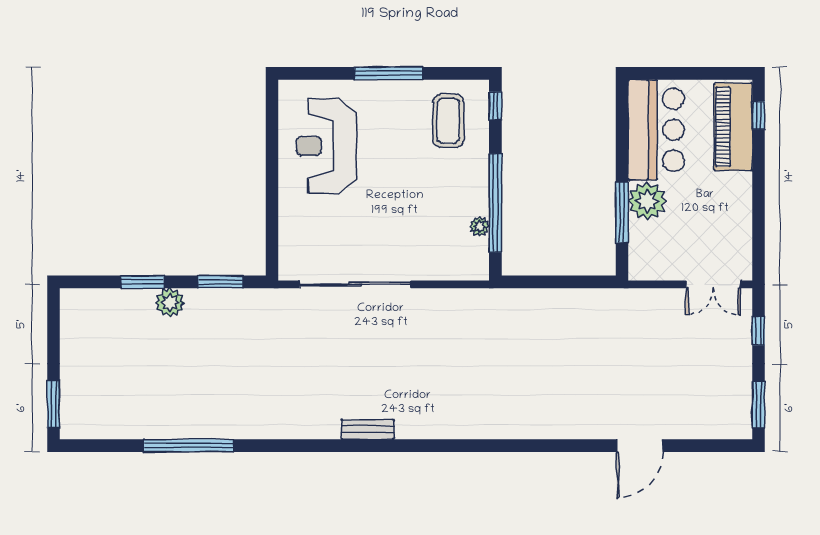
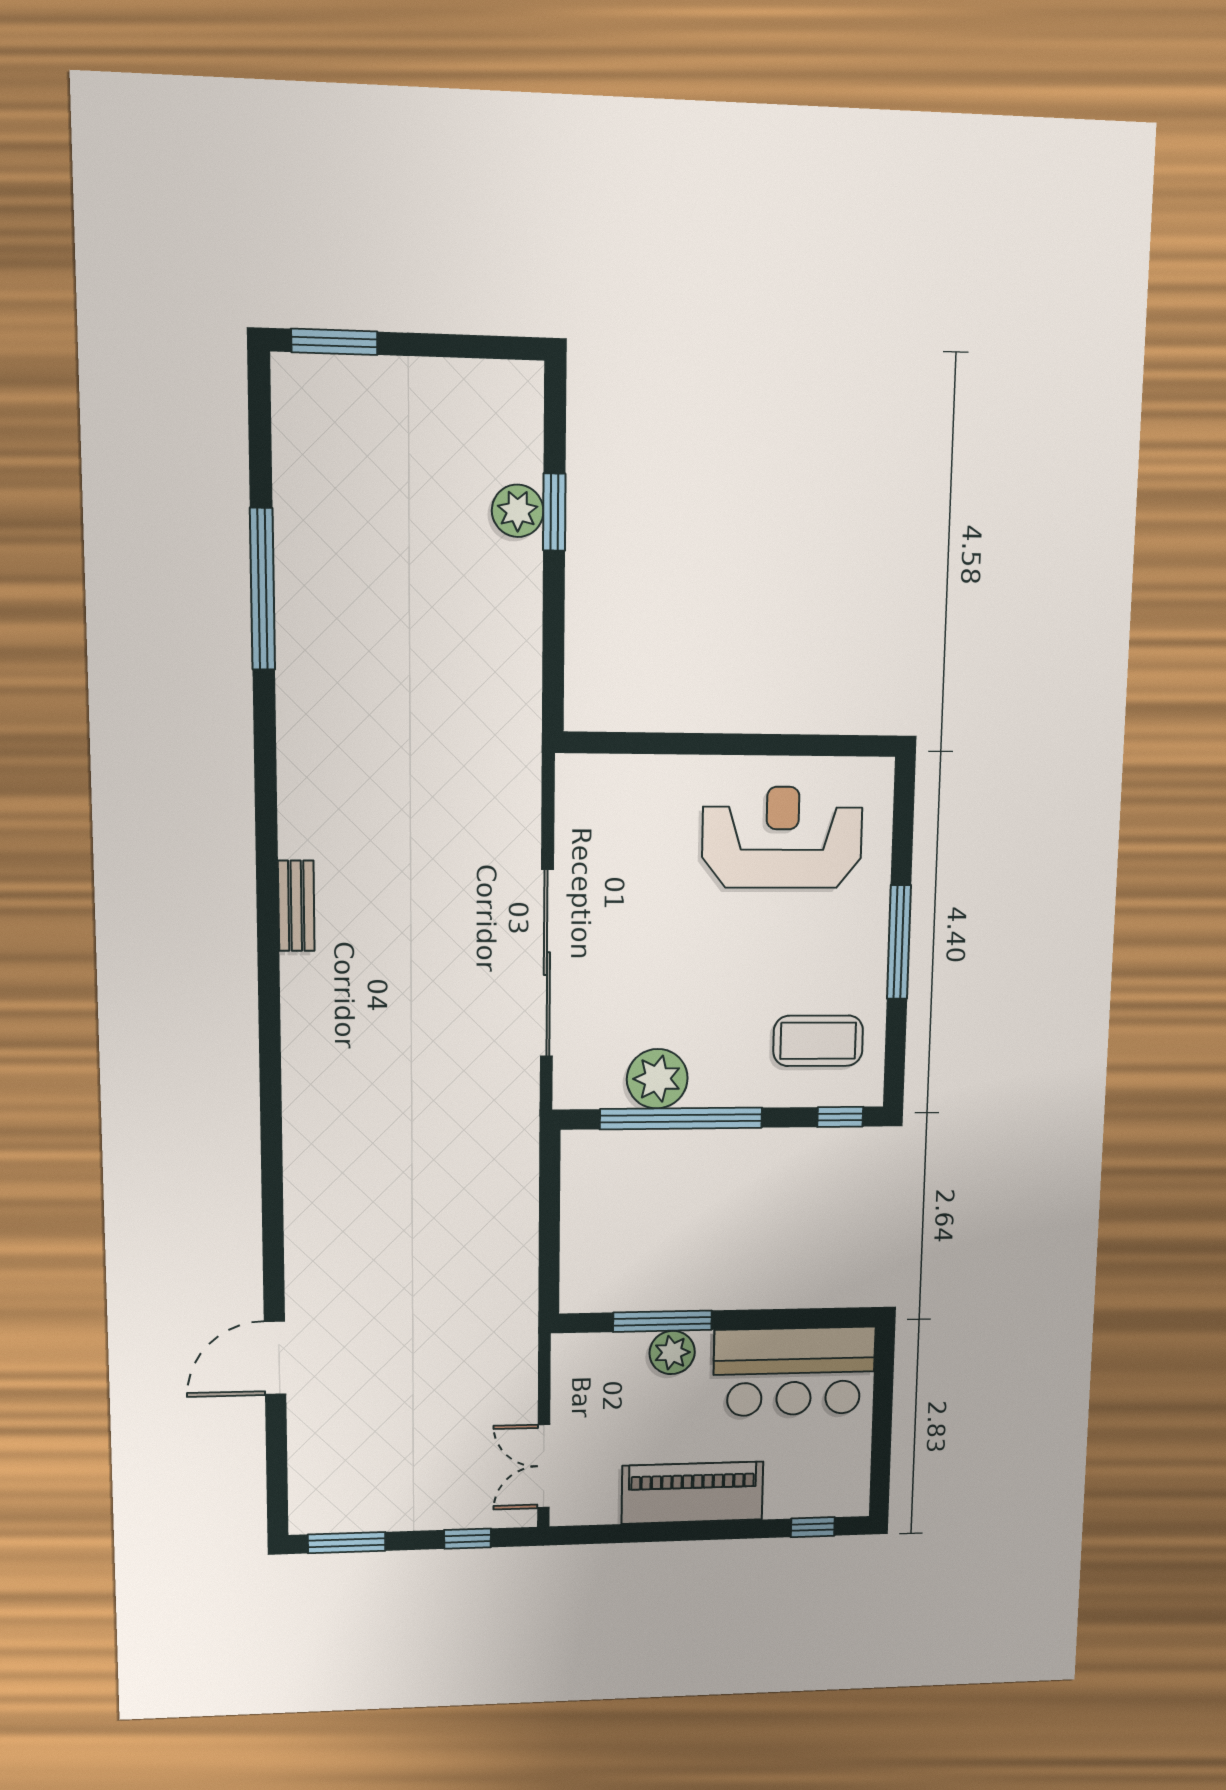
piano: (733, 127) -> (692, 1493), moved
plant: (647, 201) -> (672, 1353), width x0.73, depth x0.73
plant: (479, 226) -> (657, 1079), width x1.88, depth x1.88
window: (220, 282) -> (553, 651), removed
sliding door: (355, 284) -> (547, 964), moved
plant: (170, 303) -> (518, 511), moved
door: (640, 446) -> (275, 1358), hinge flipped

